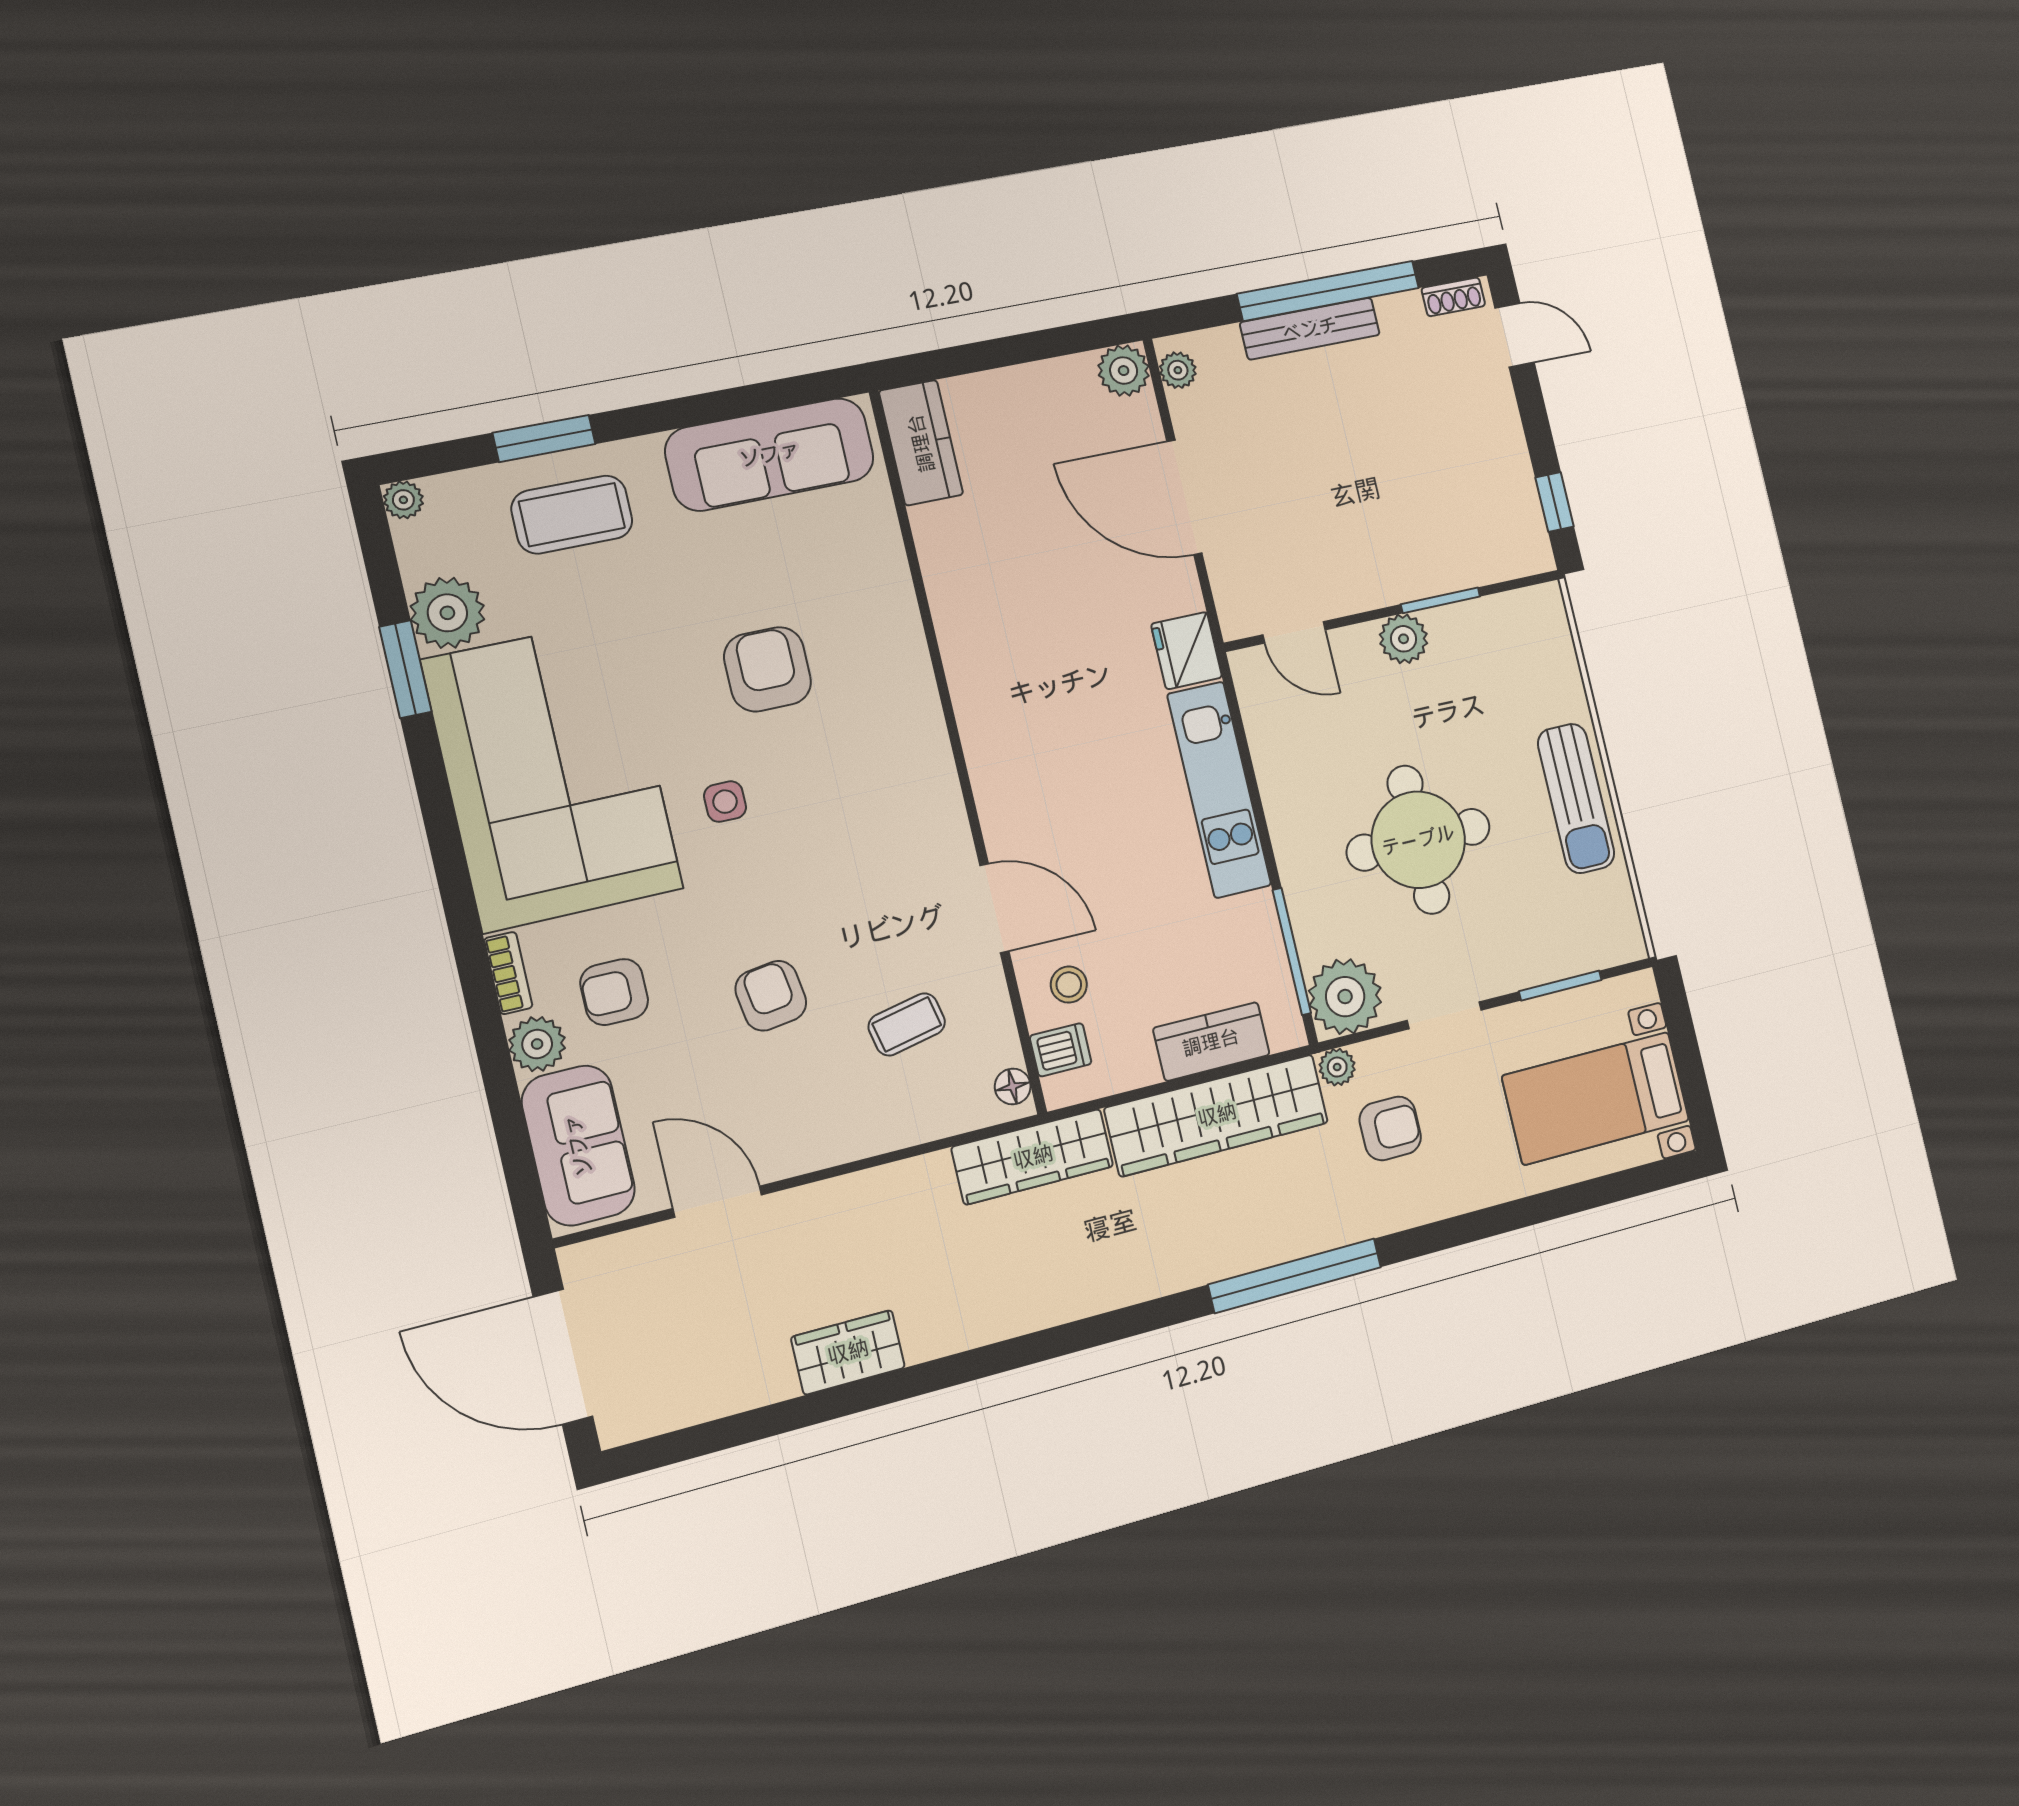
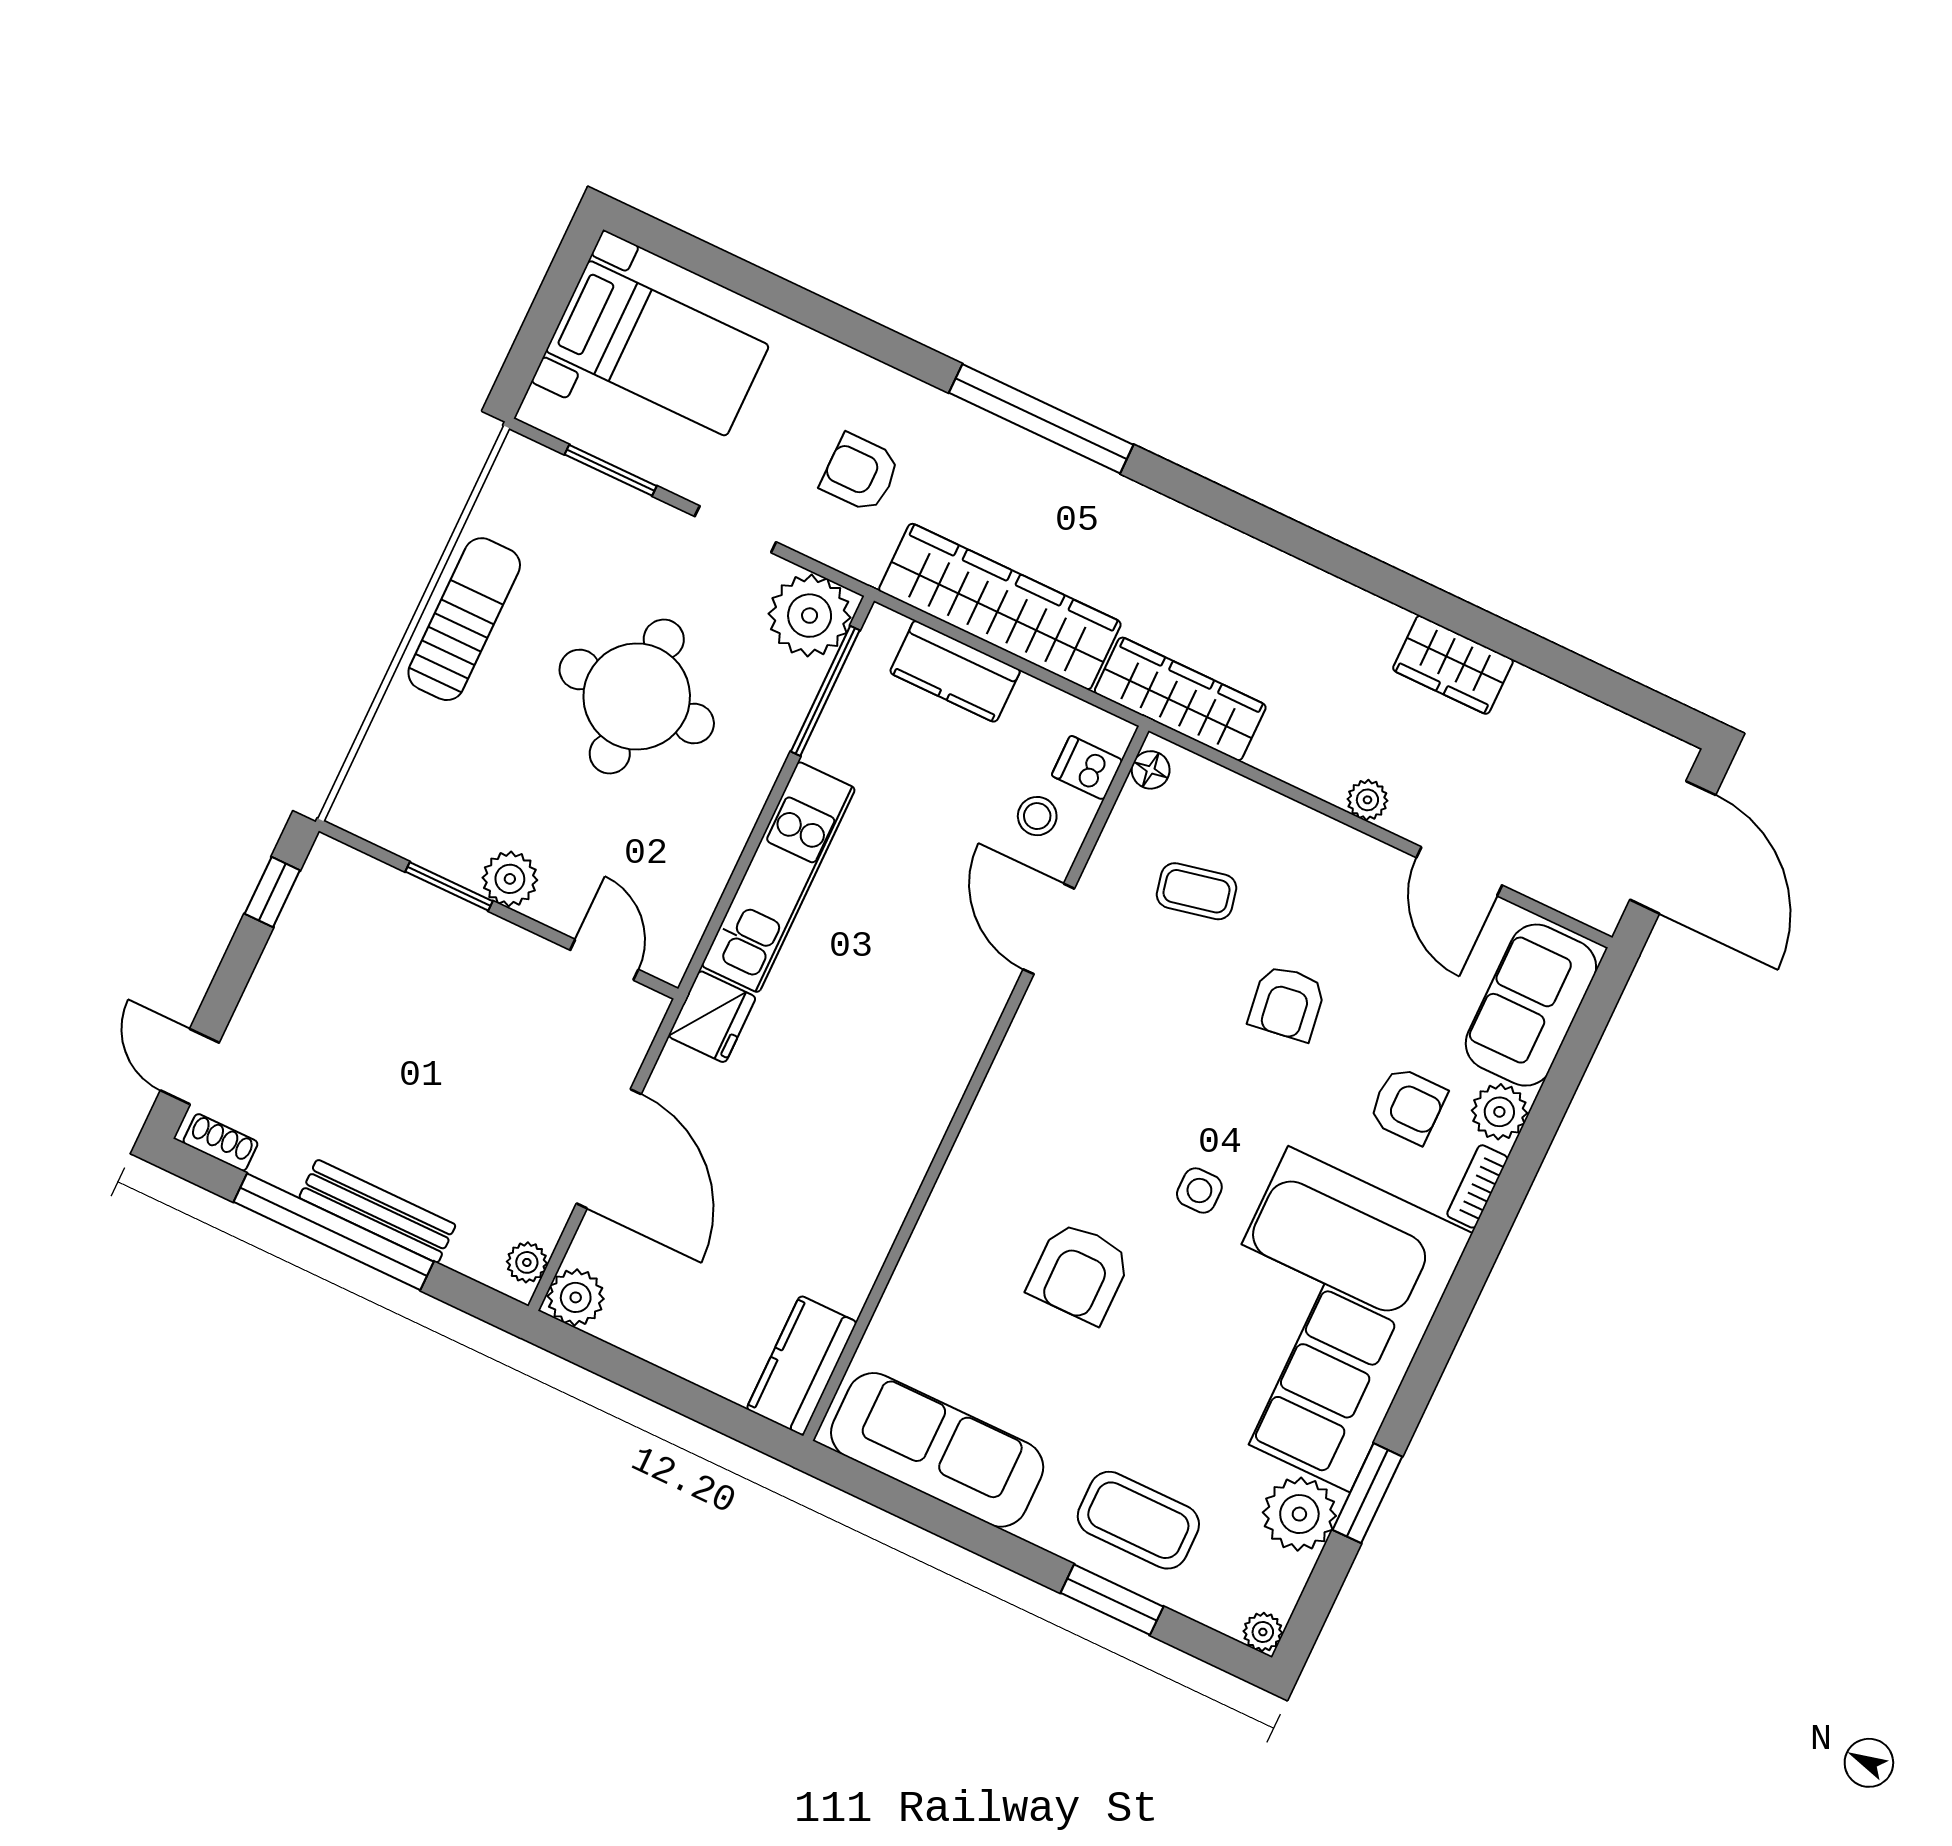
plant: (1337, 1067) -> (1367, 800), moved

